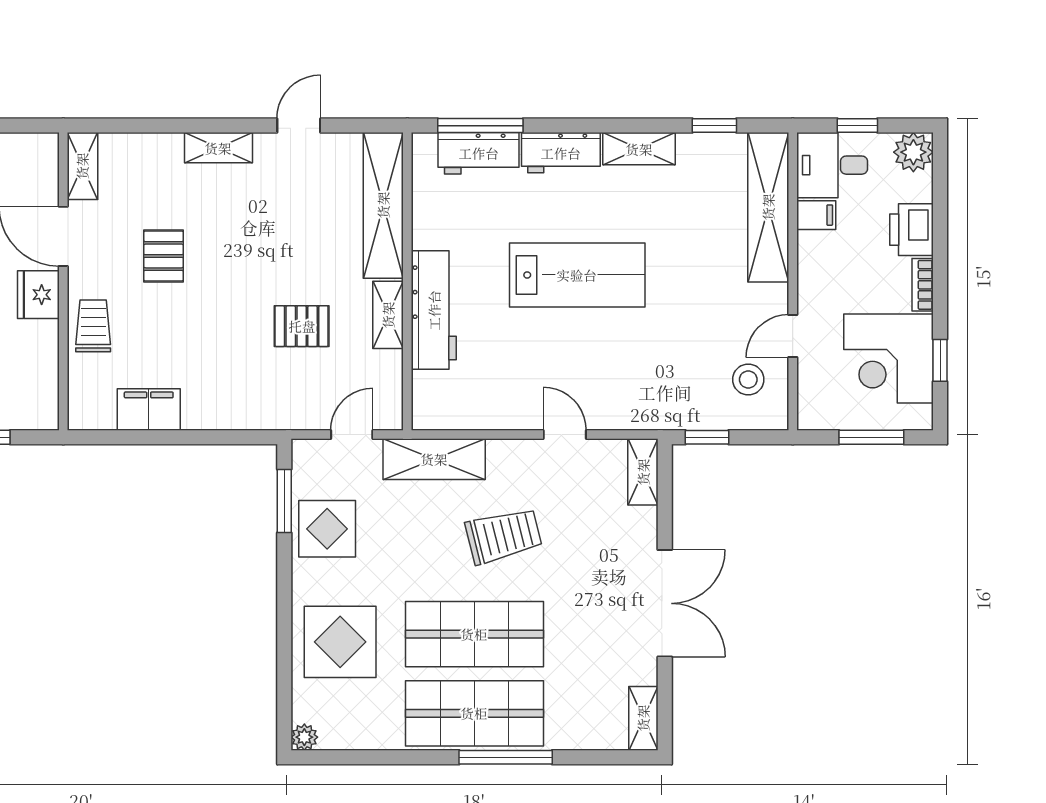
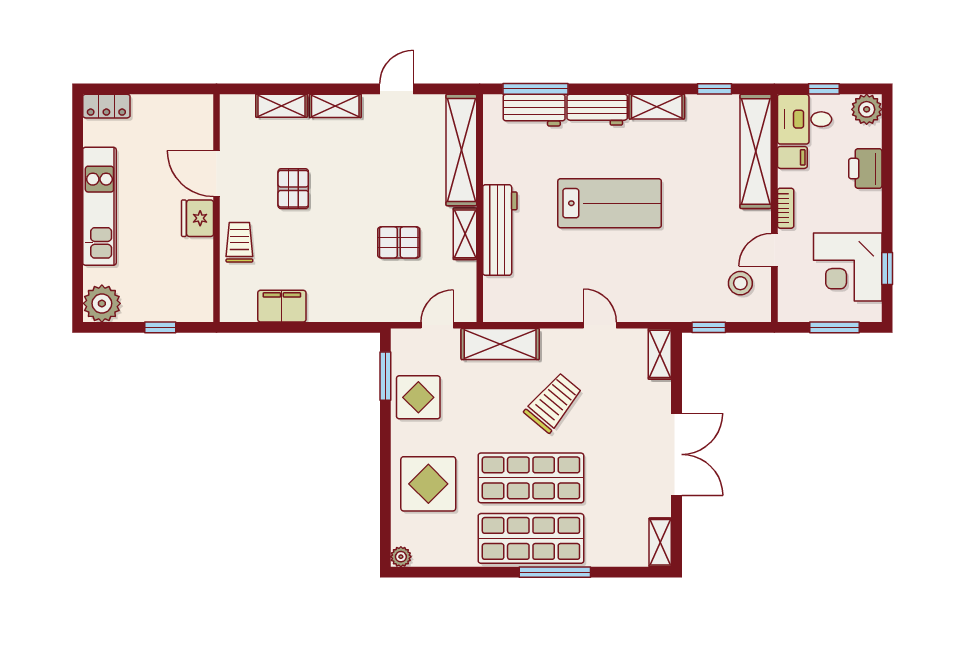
shelving: (82, 166) -> (282, 106), moved, turned 90
bookcase: (923, 285) -> (786, 208), moved, turned 180
trolley: (504, 536) -> (553, 403), turned -36

